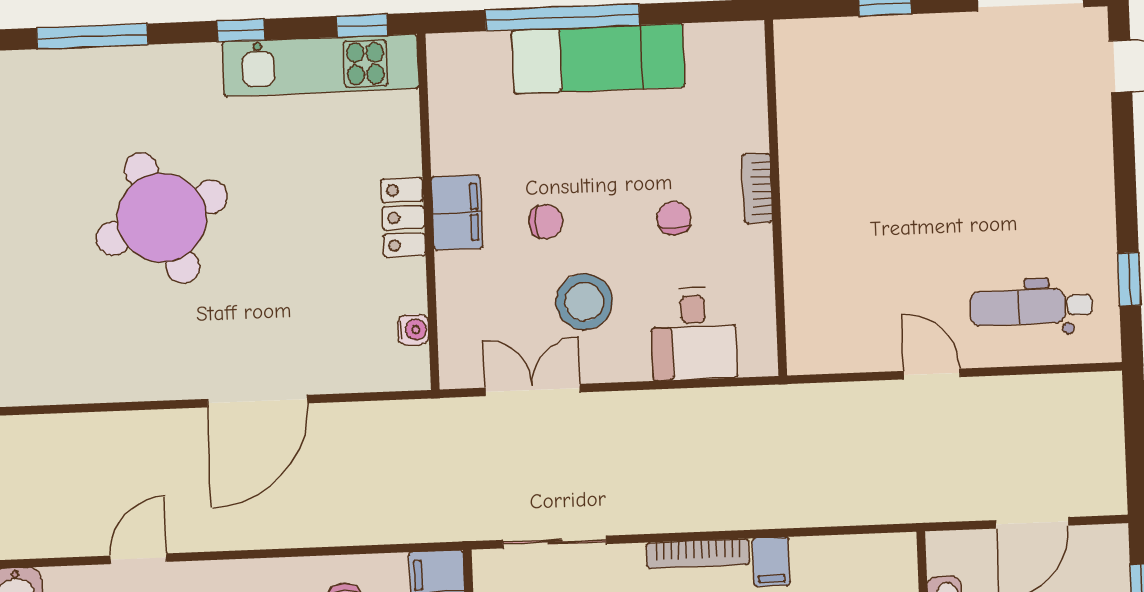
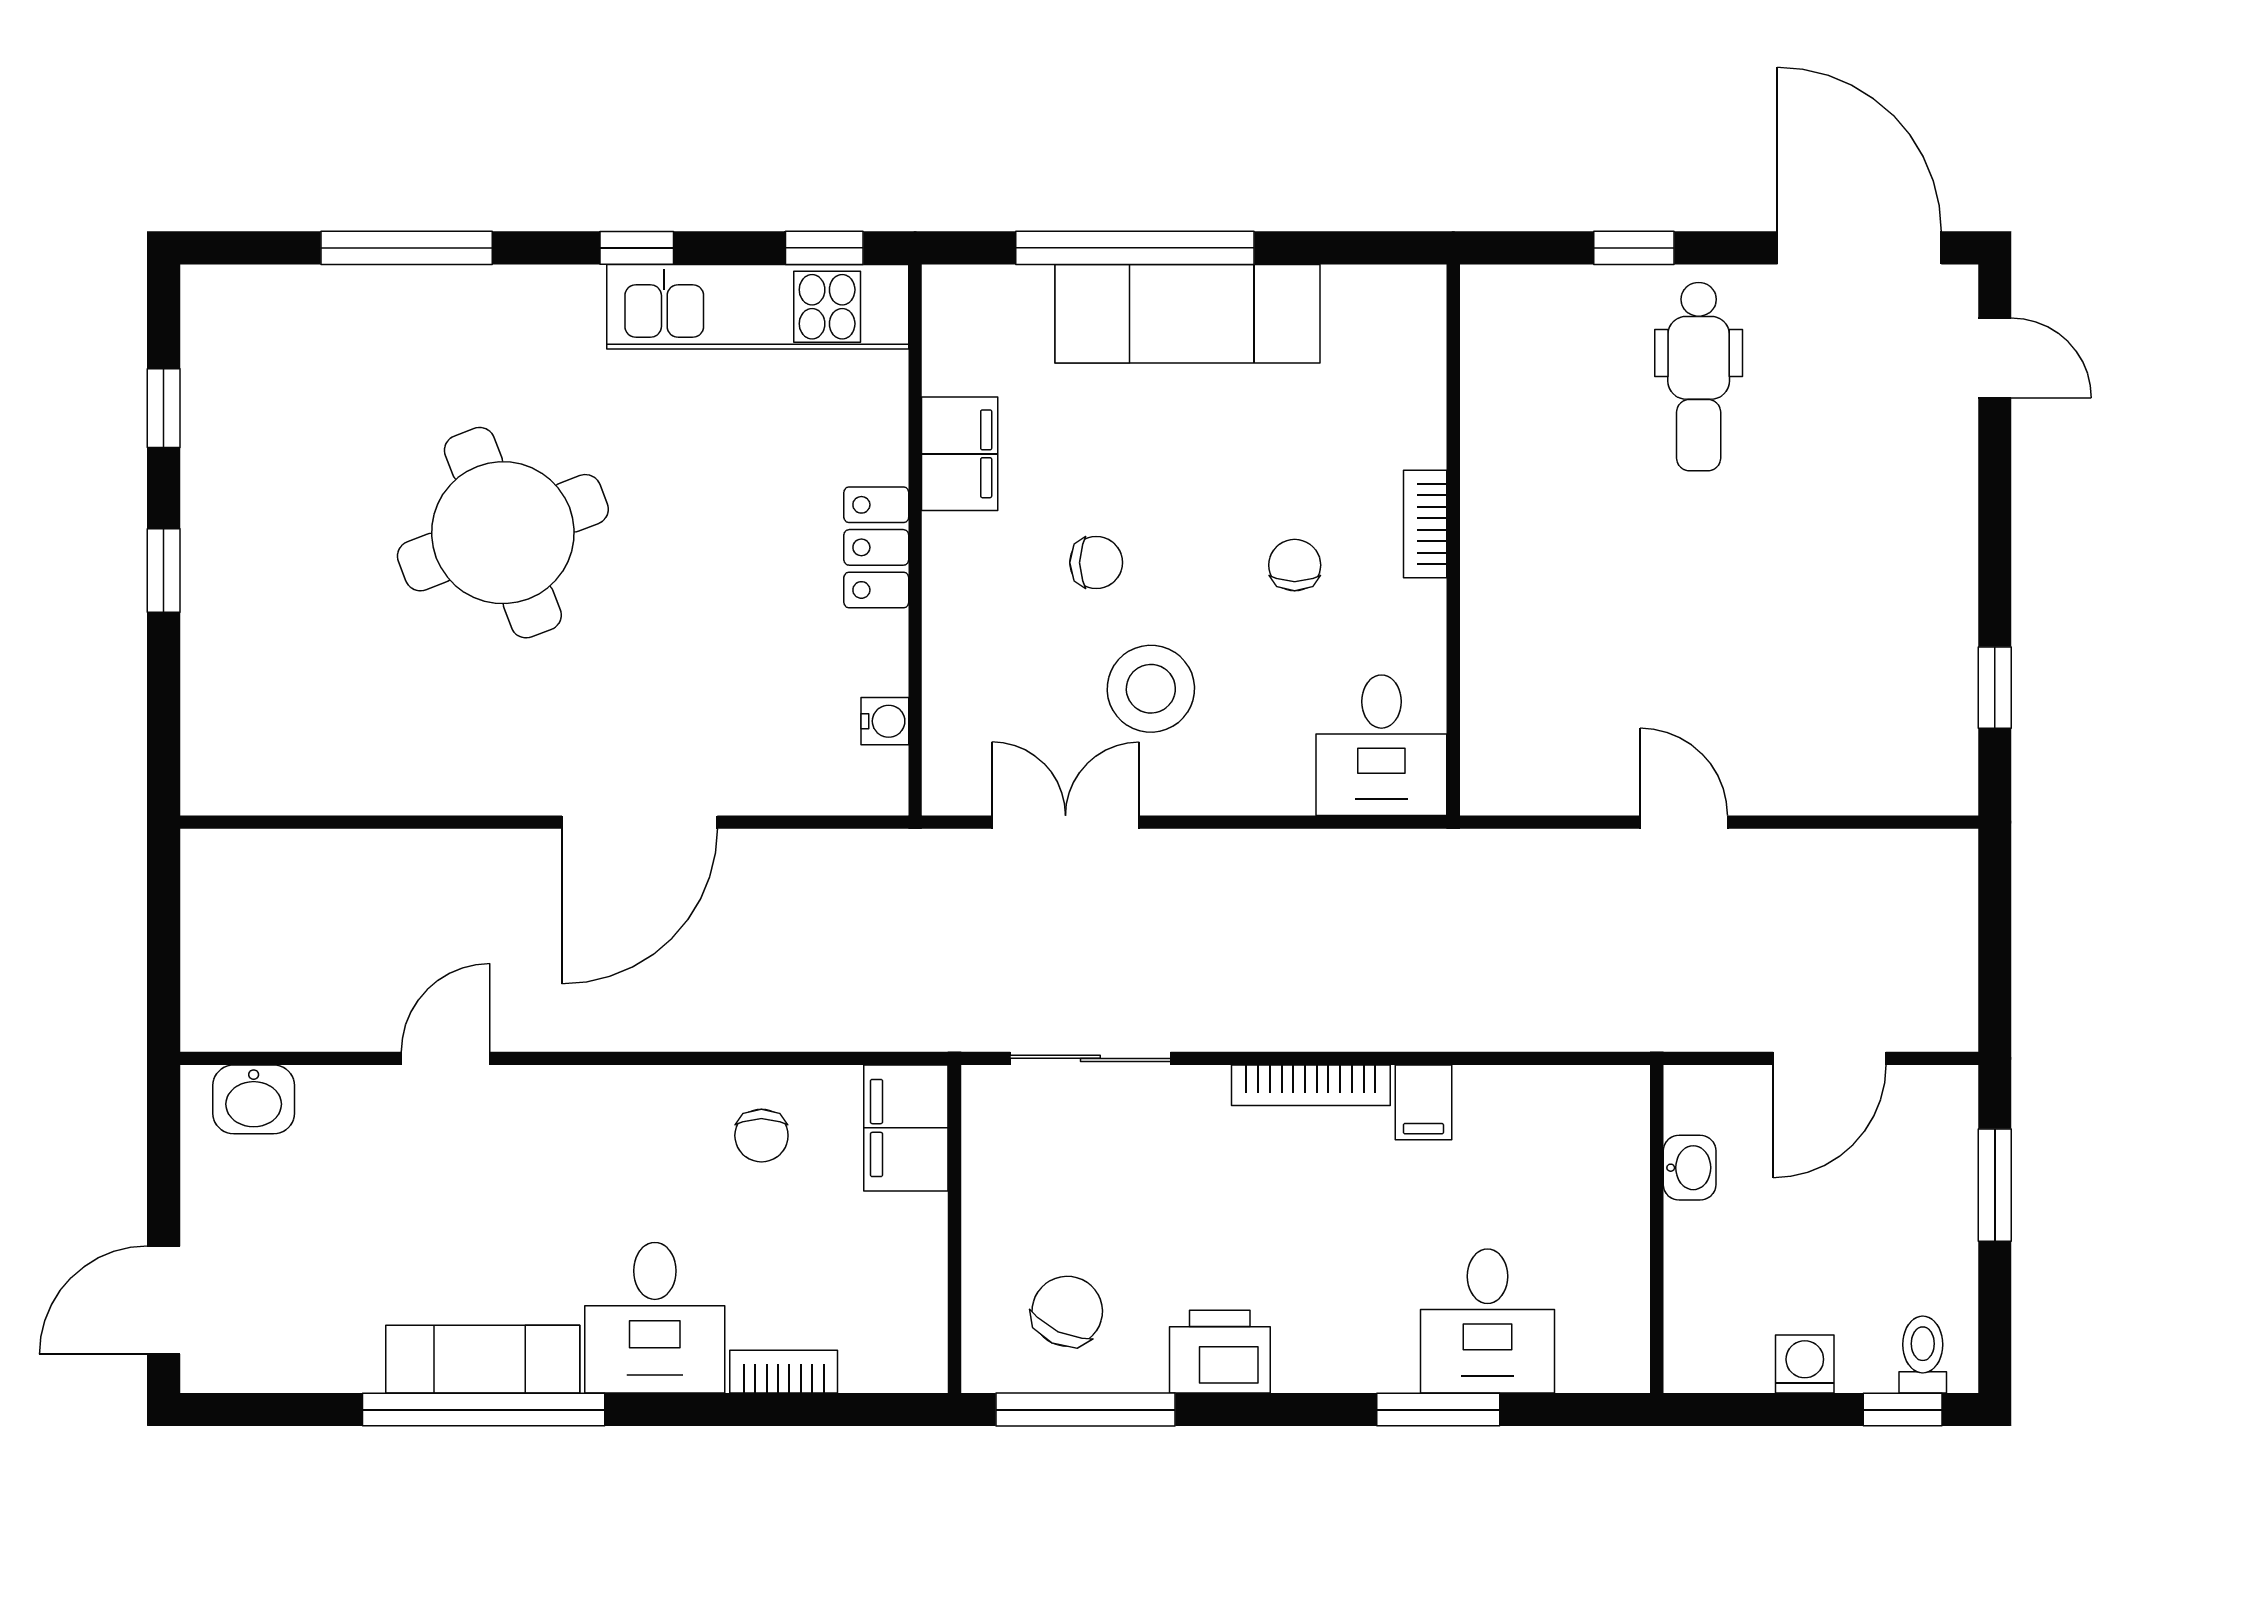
filing cabinet: (457, 213) -> (960, 454), moved
dental chair: (1031, 307) -> (1699, 377), moved, turned -90
desk: (694, 334) -> (1381, 745), moved

